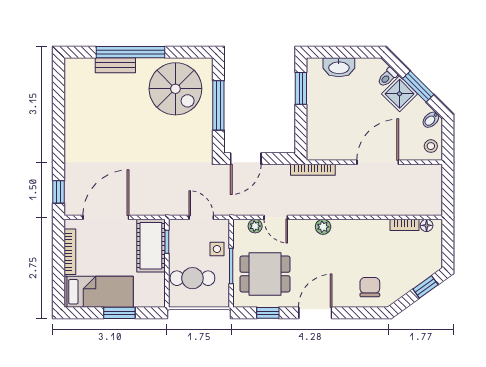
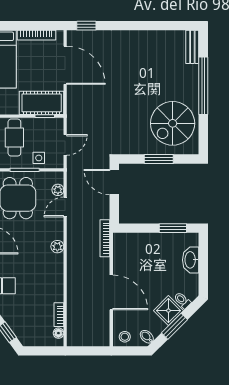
bench: (115, 65) -> (192, 47), moved
window: (218, 105) -> (159, 159), width x0.69

